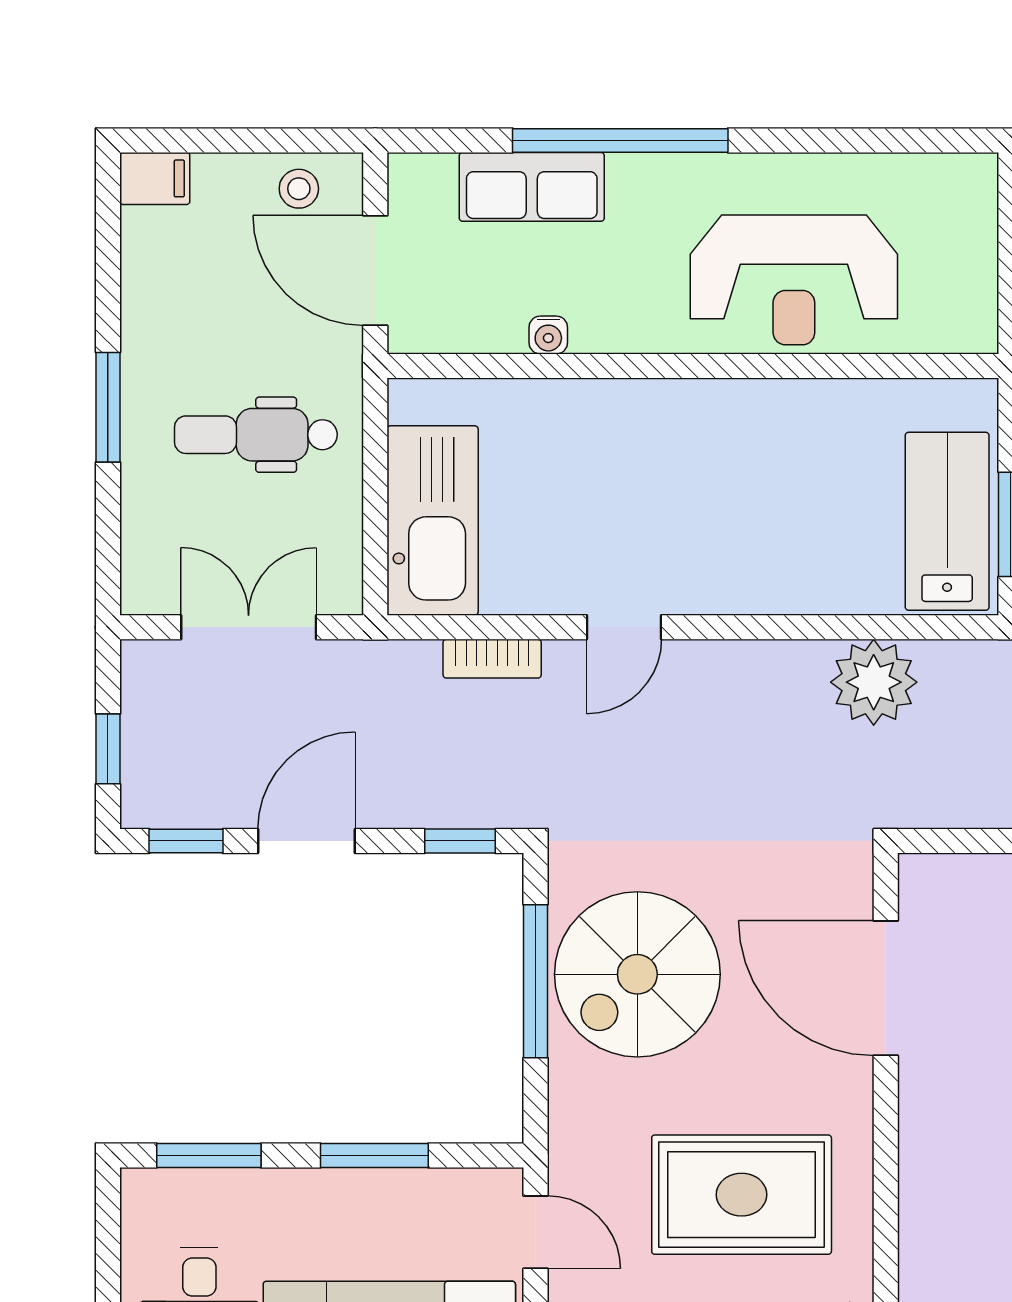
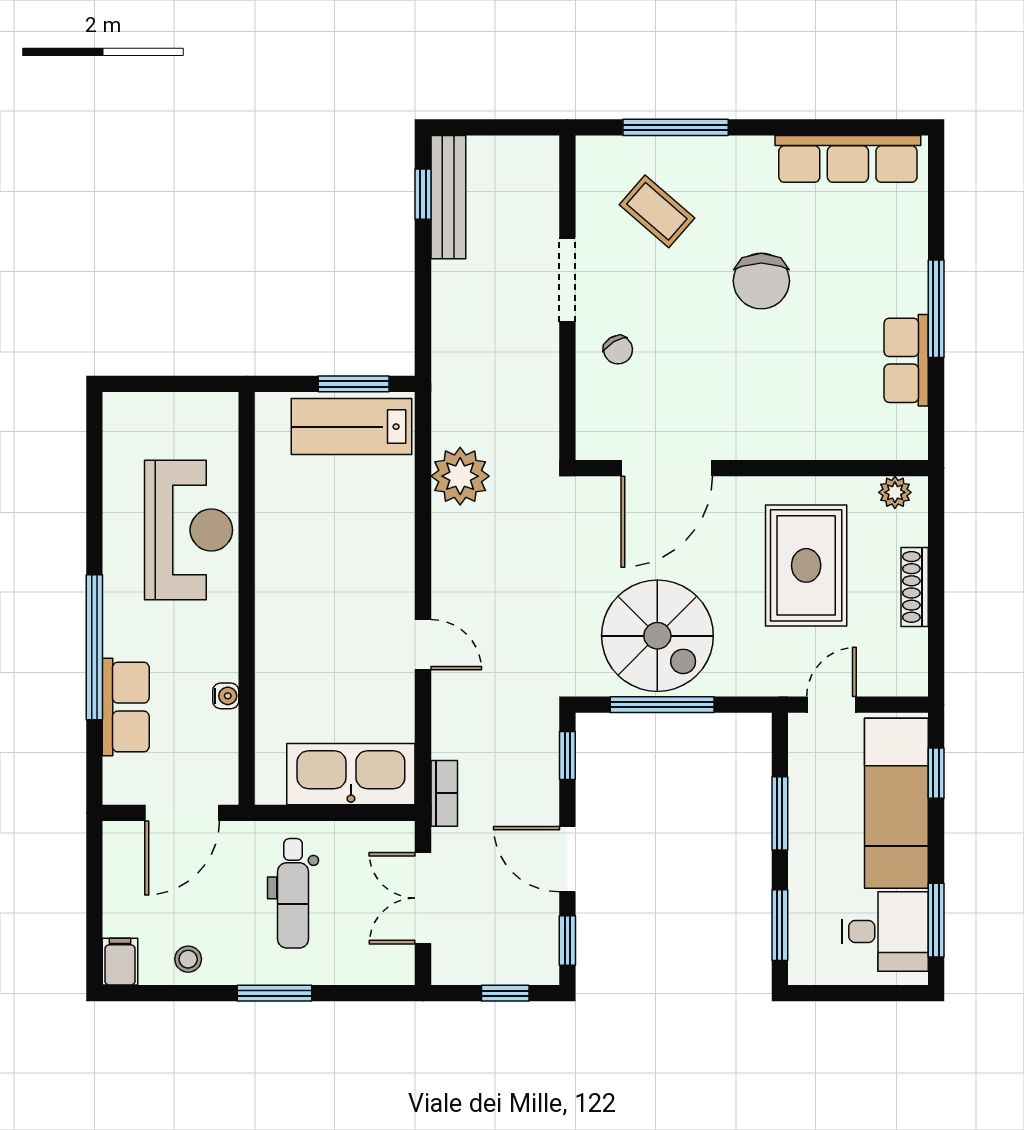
stool: (299, 189) -> (188, 959), moved
bookcase: (492, 659) -> (444, 793), moved

